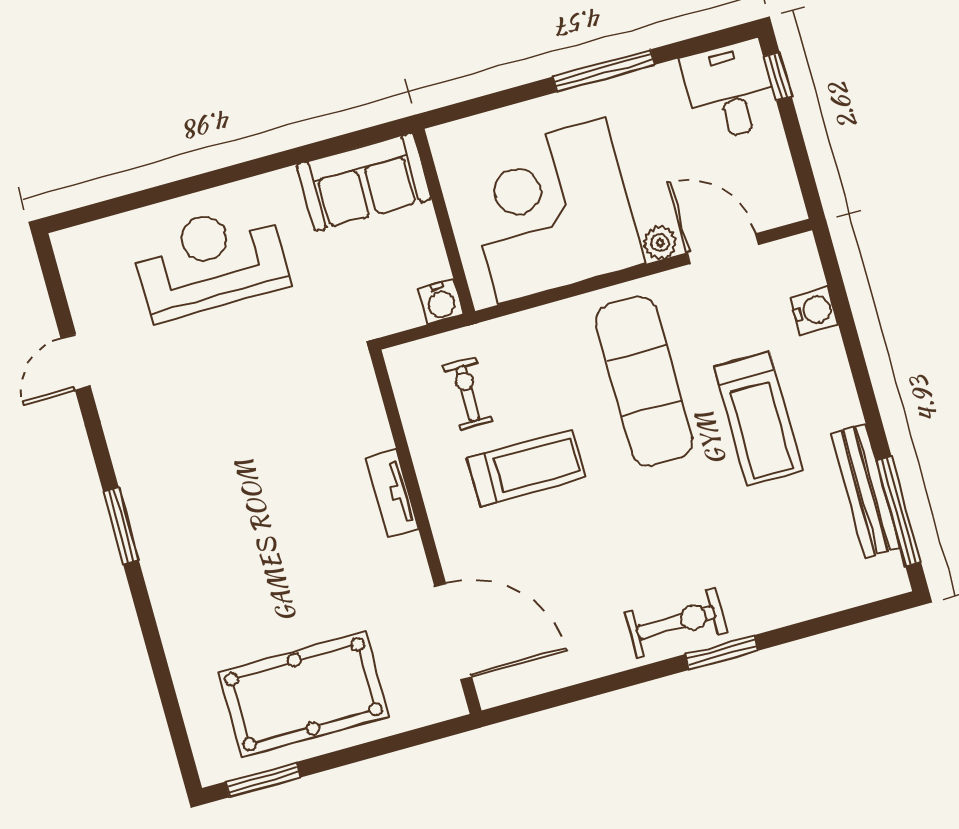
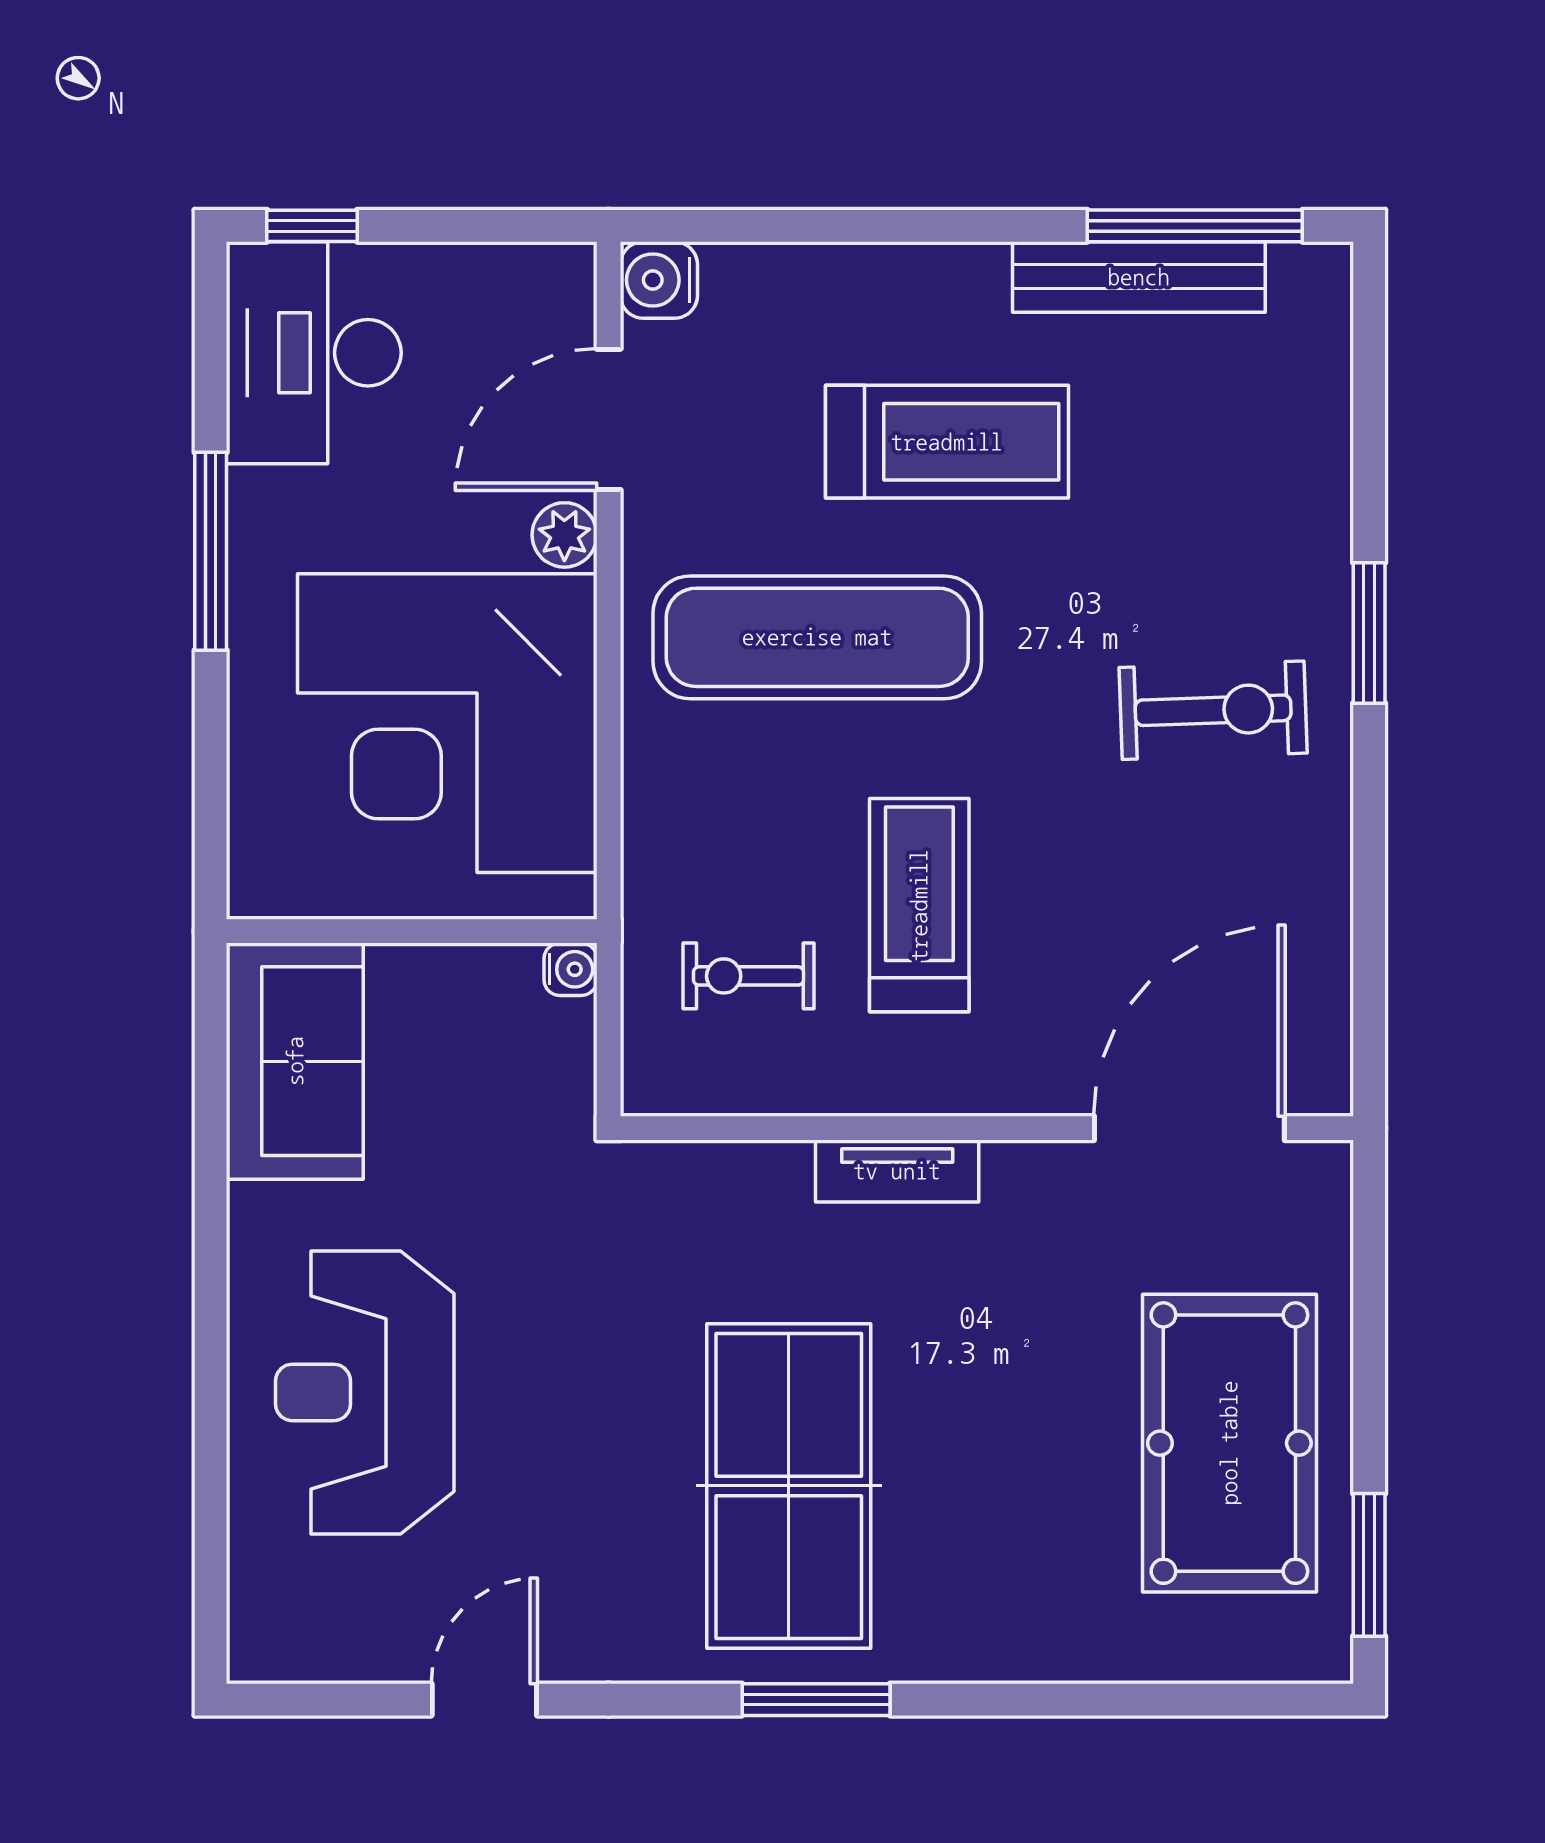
desk: (730, 90) -> (314, 353), width x1.37
water cooler: (441, 301) -> (570, 969), width x0.72, depth x0.72
water cooler: (814, 310) -> (659, 280), moved, turned -90
door: (76, 362) -> (484, 1700), swing flipped
table tennis table: (222, 483) -> (789, 1486), added
exercise bike: (676, 622) -> (1213, 710), moved, turned 88

